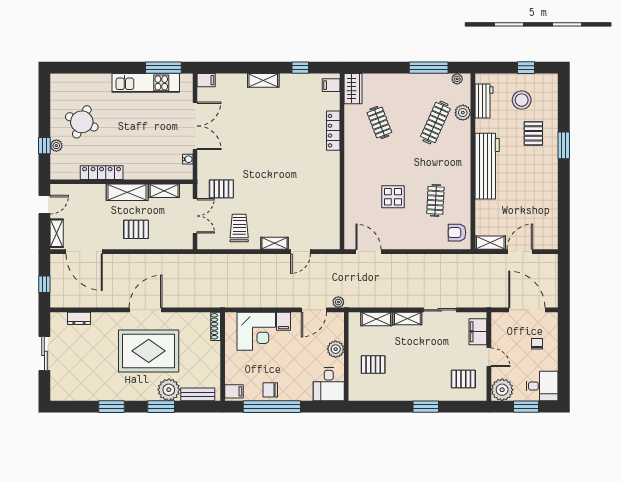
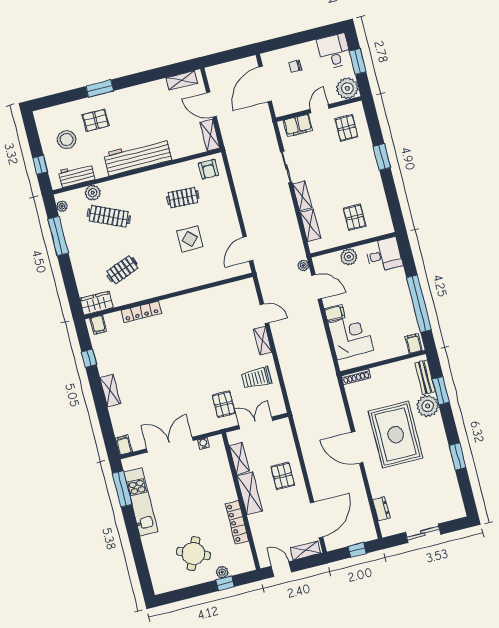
window: (526, 68) -> (40, 165), moved
shelving: (551, 228) -> (182, 80), added
chair: (270, 390) -> (403, 309), removed
window: (161, 407) -> (441, 391), moved

